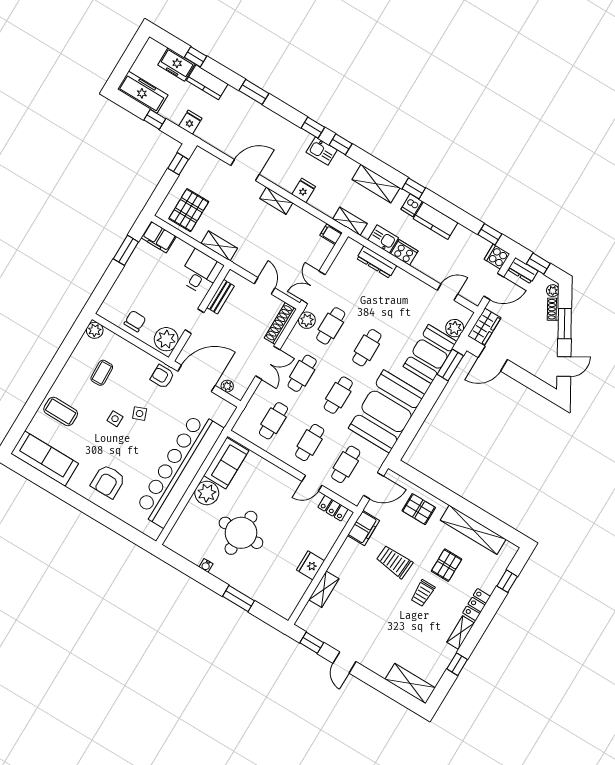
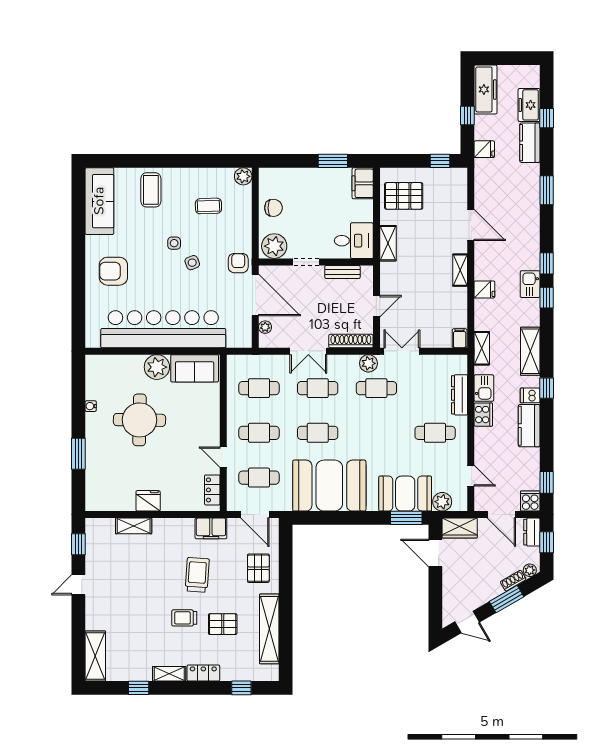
cafe table: (367, 348) -> (435, 433), moved

